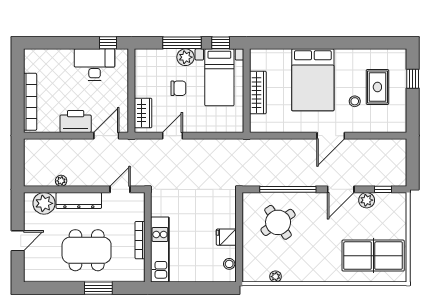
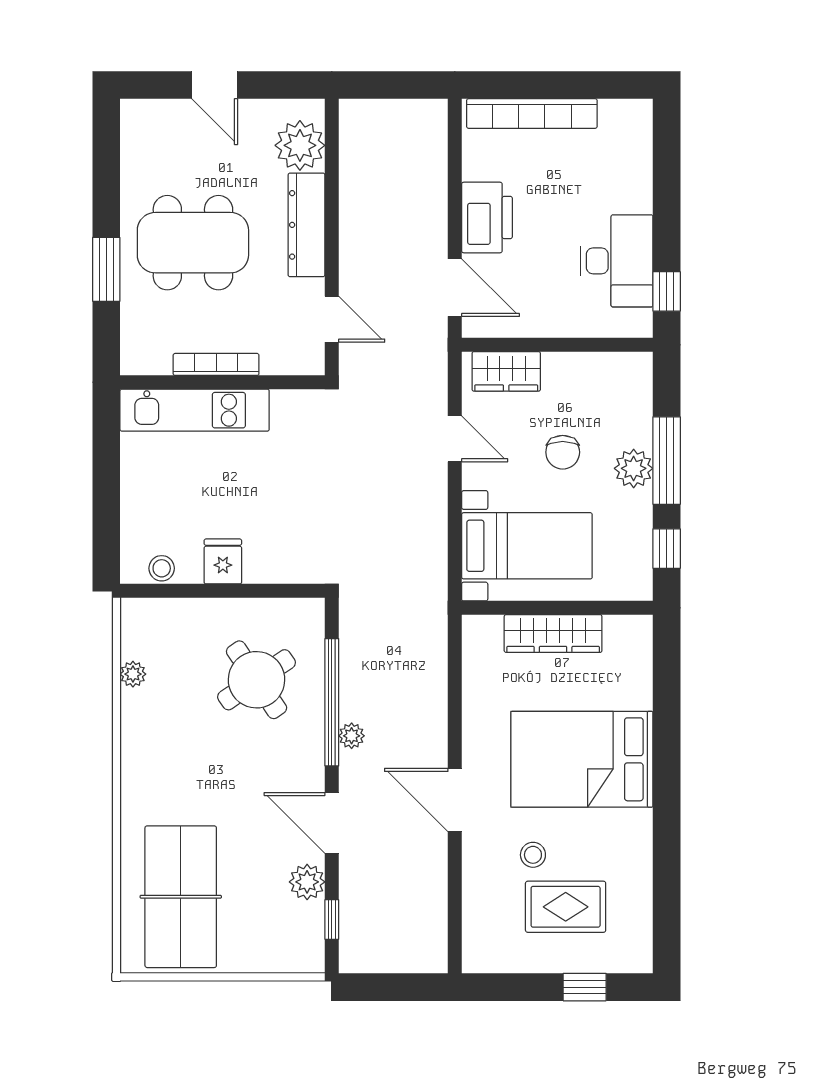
bed with nightstands: (219, 77) -> (527, 546), moved, turned 180
plant: (61, 181) -> (352, 736), moved
dining table: (87, 250) -> (193, 243), turned 90

